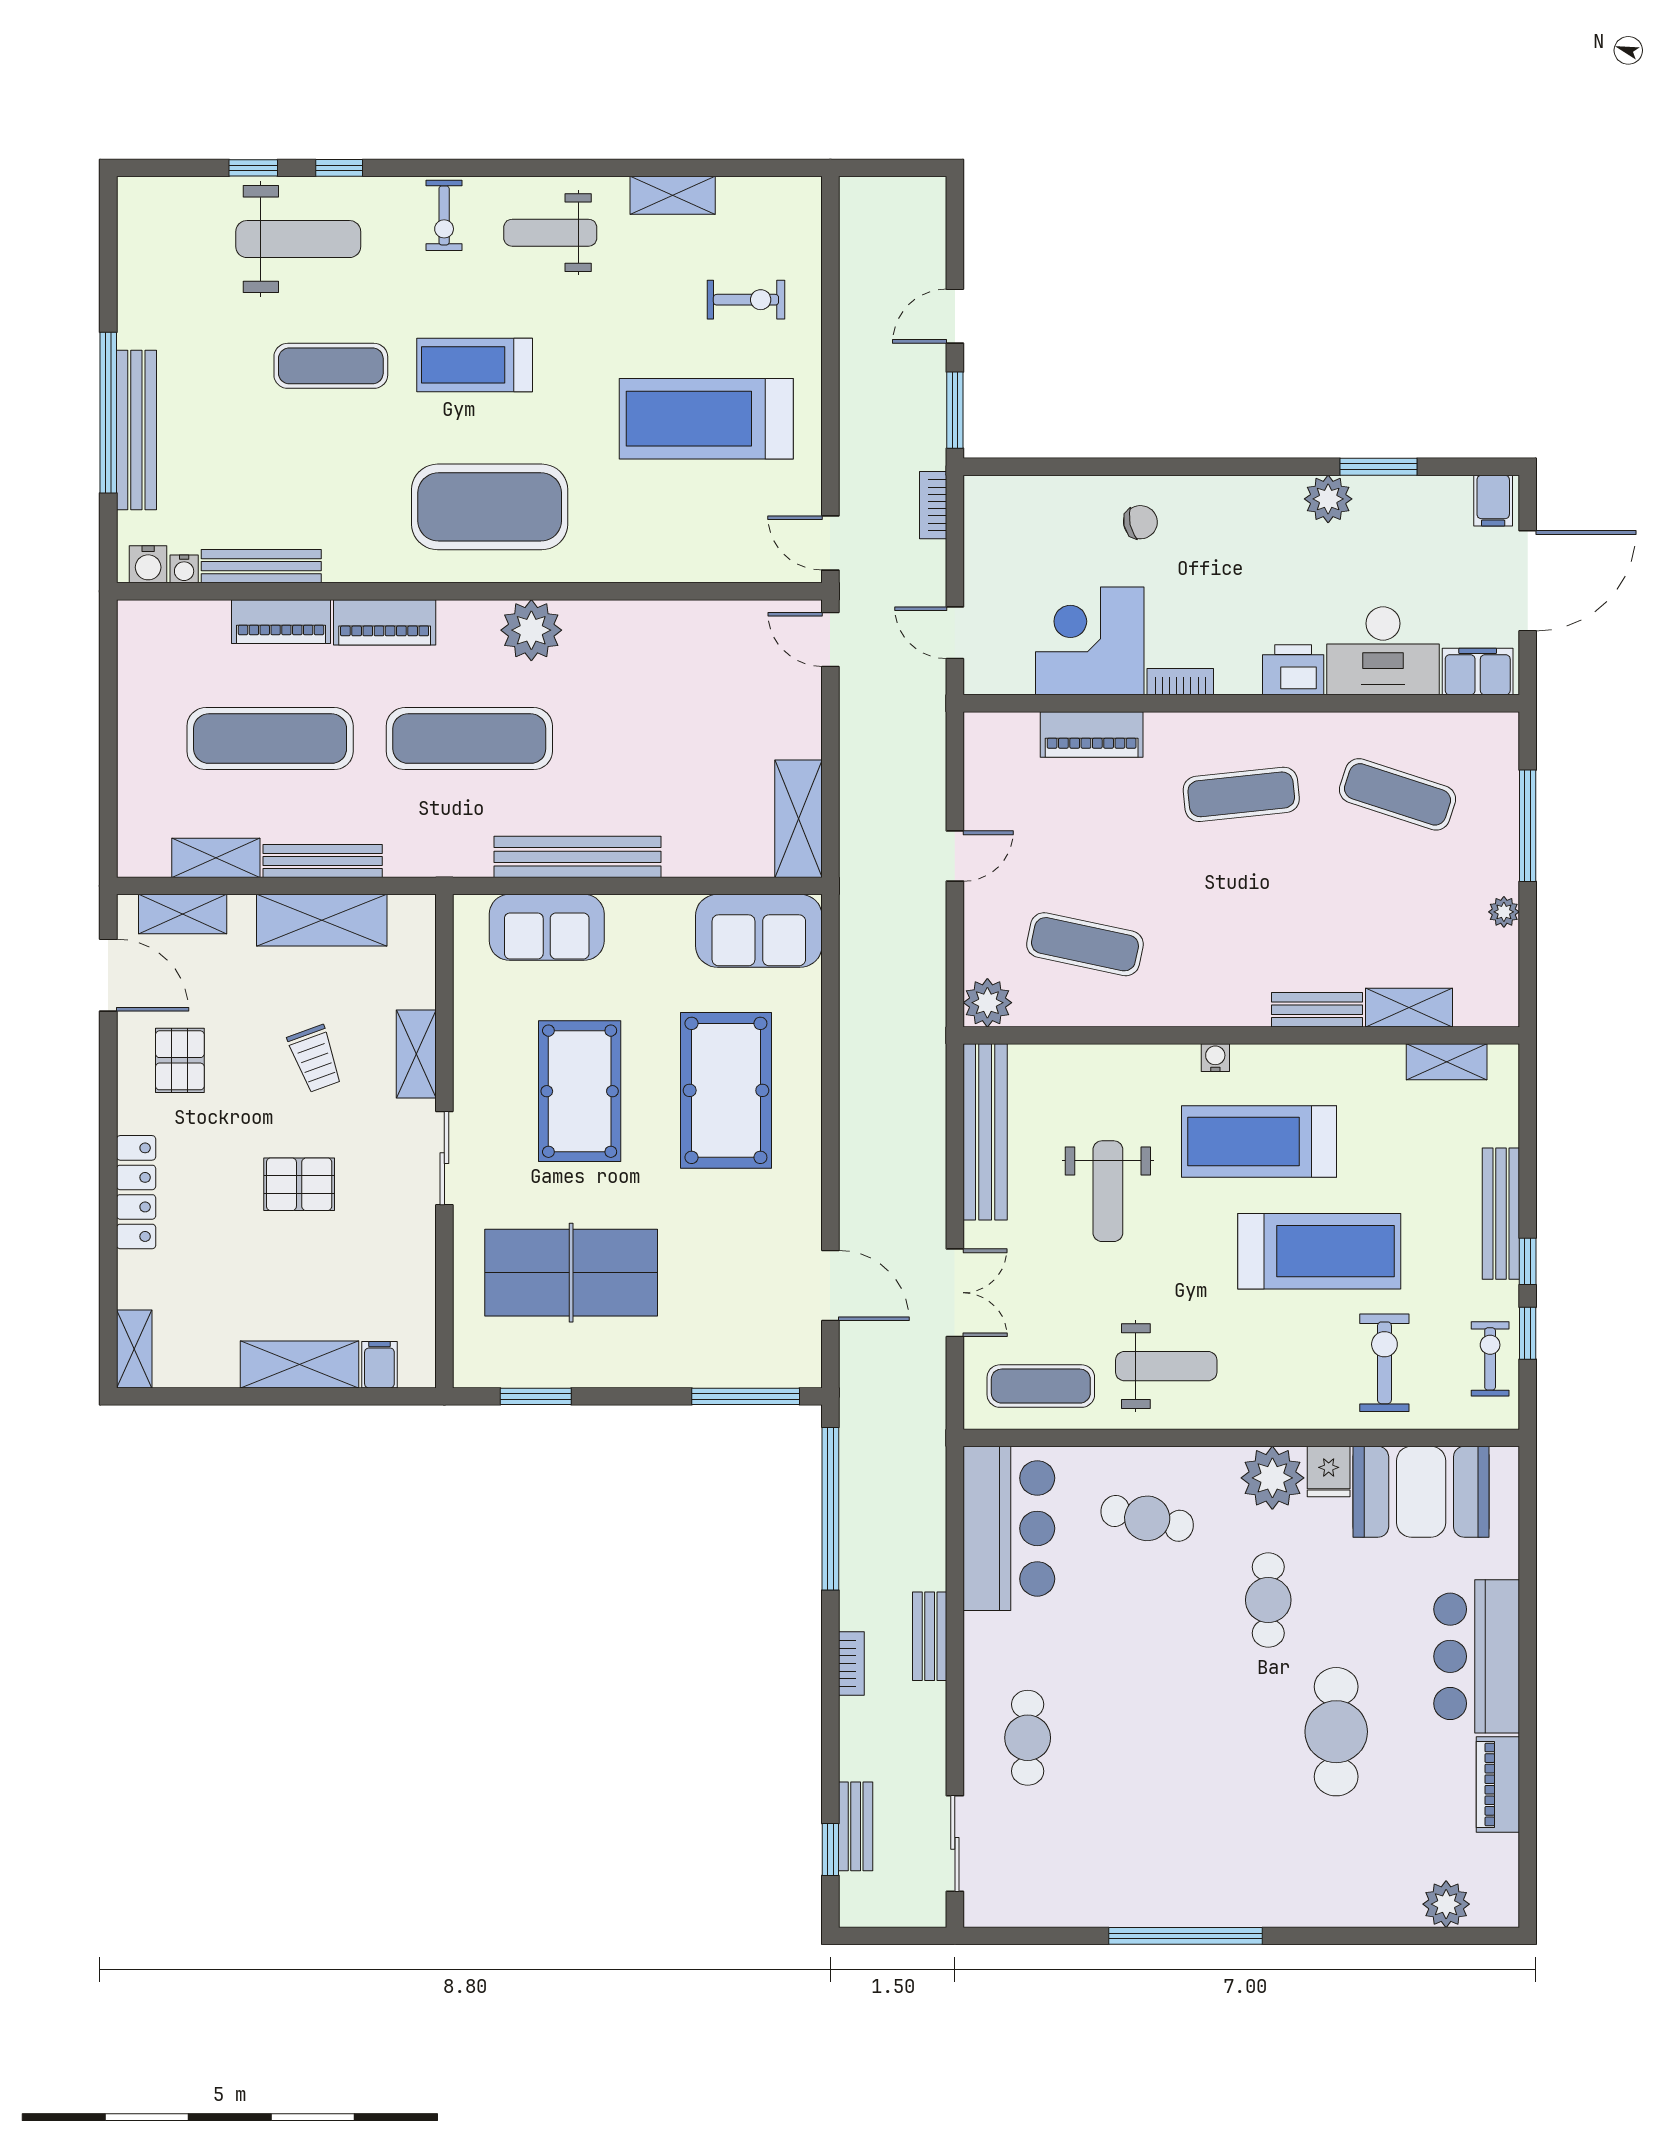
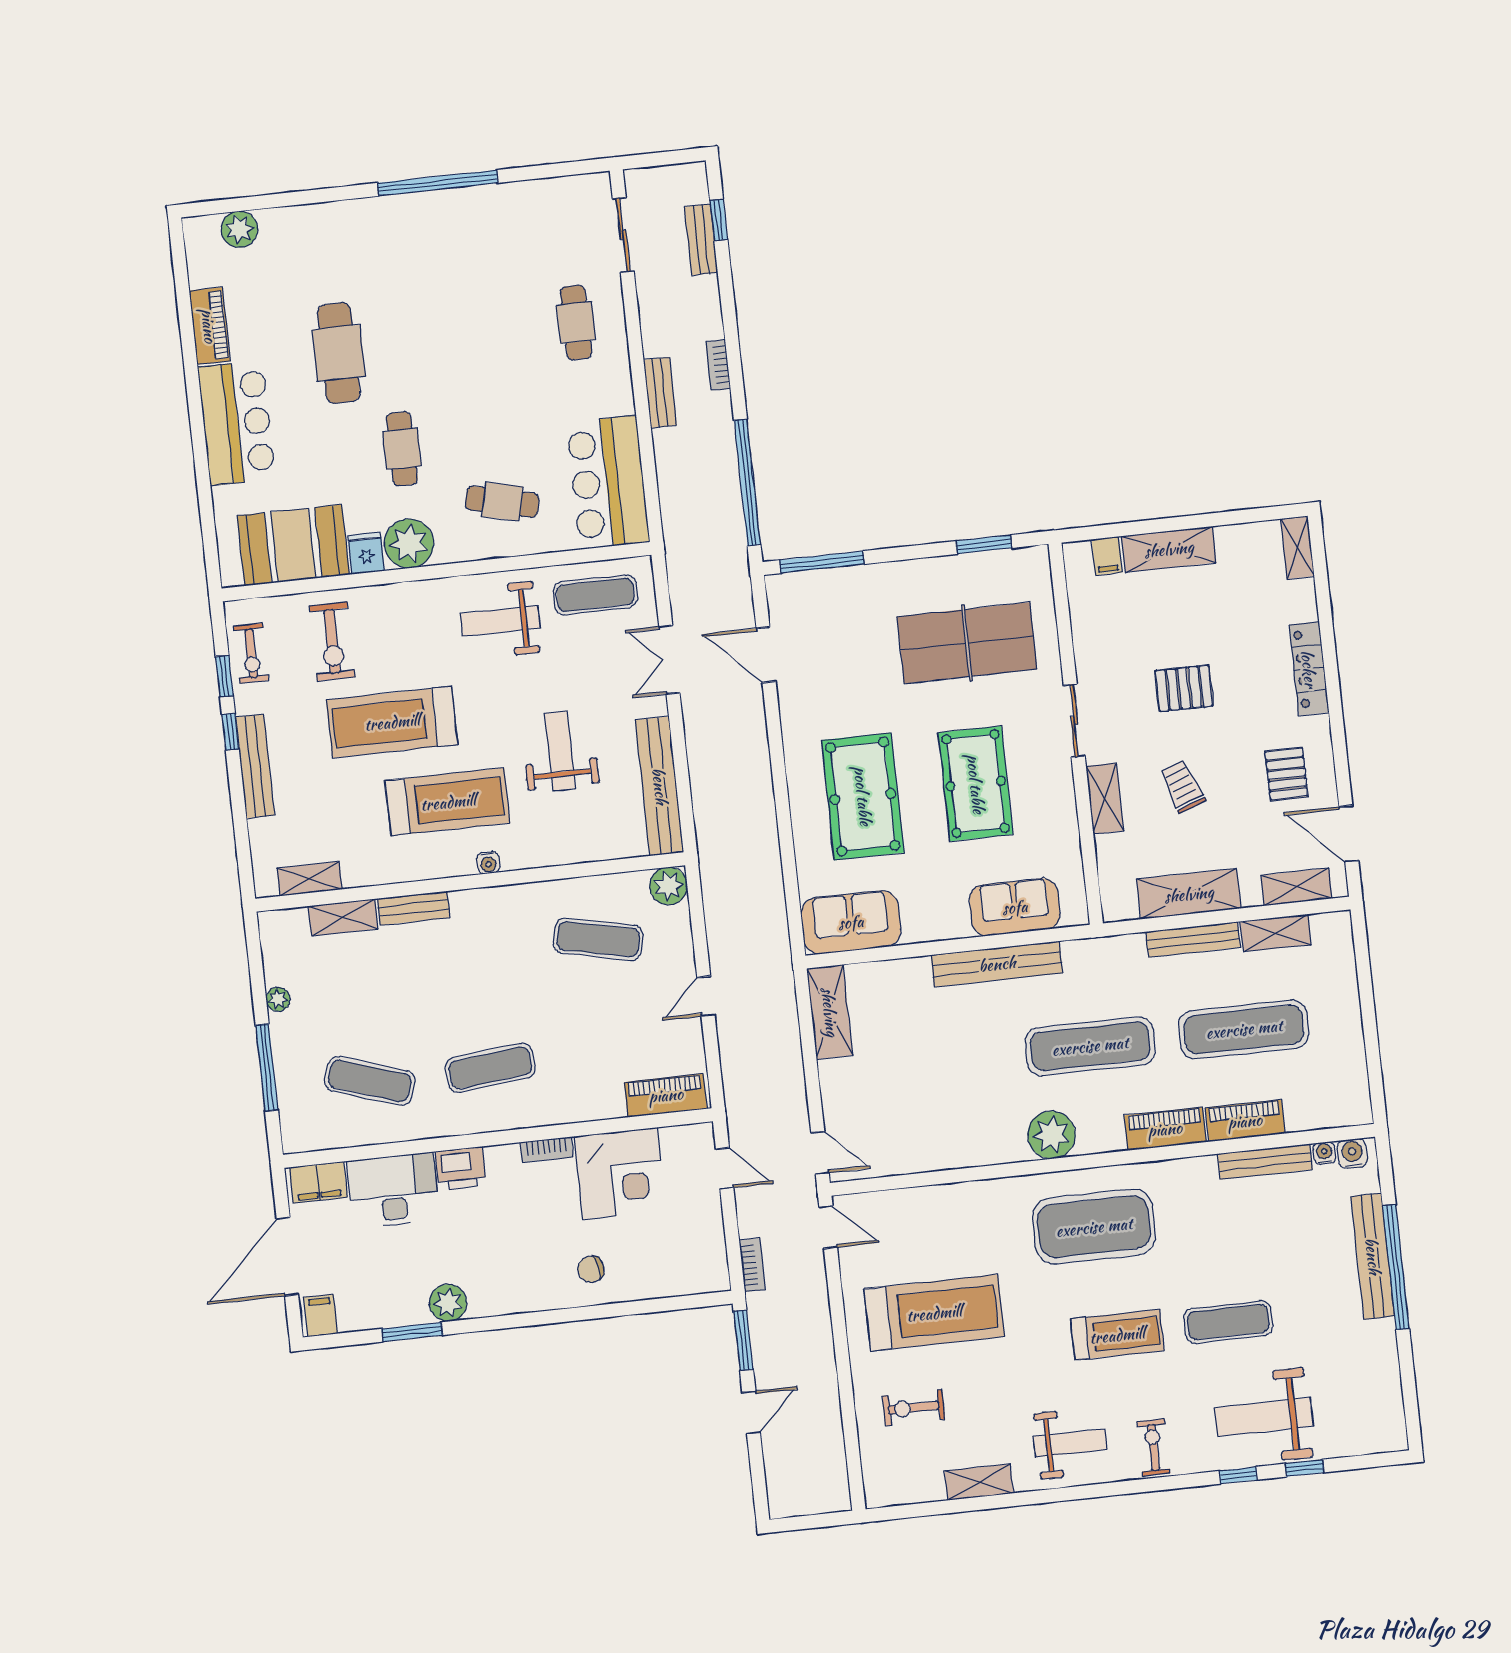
piano: (1092, 735) -> (666, 1095), moved

